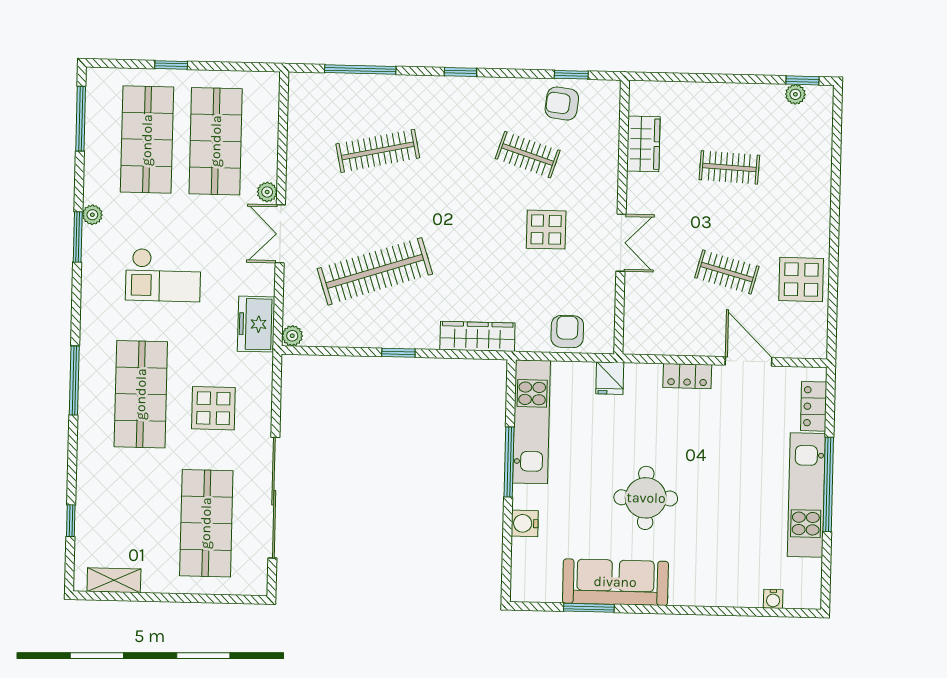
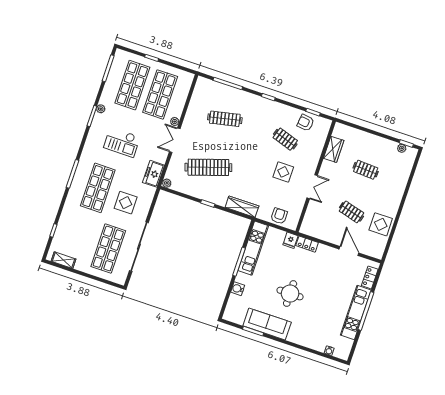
locker: (687, 376) -> (307, 244), moved

